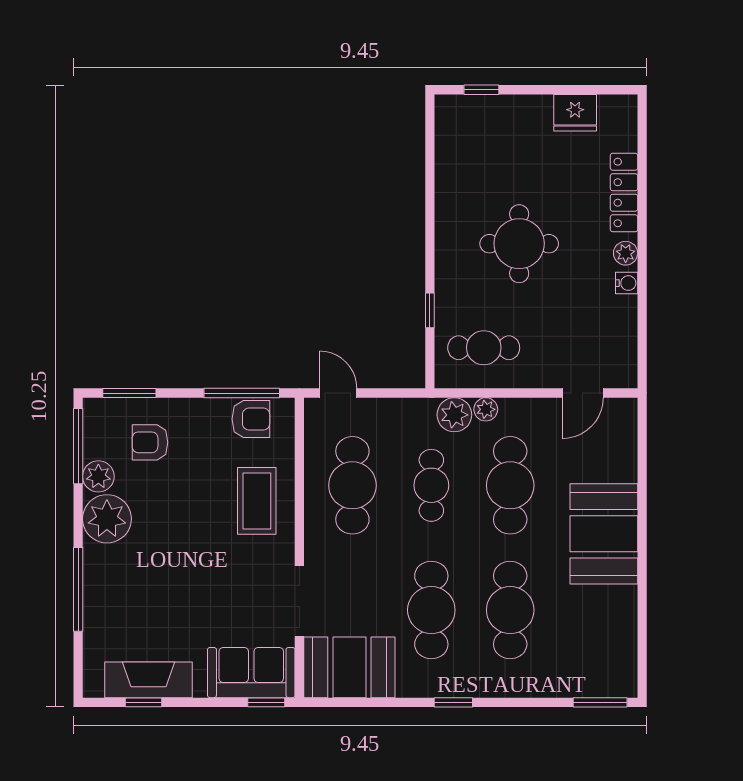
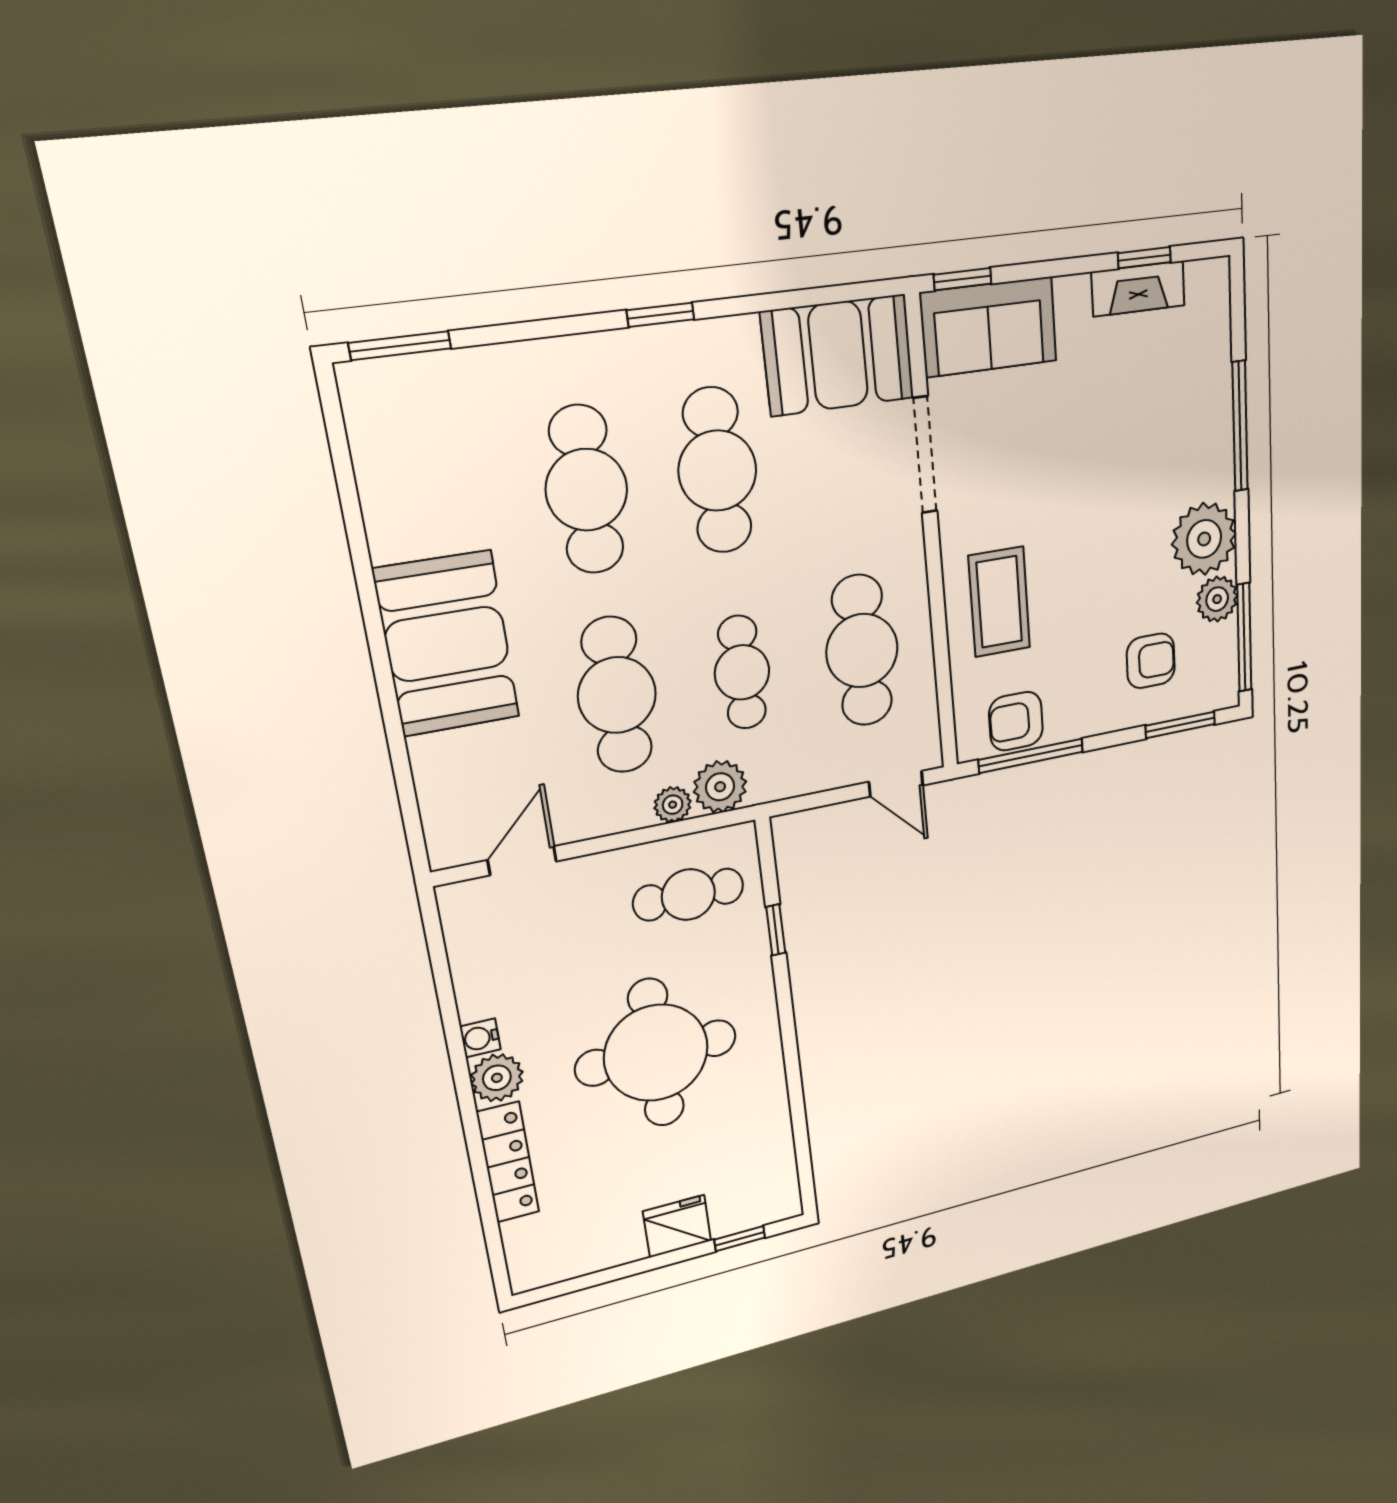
fridge: (575, 113) -> (677, 1226), moved
round table: (519, 244) -> (656, 1053), width x1.36, depth x1.36
plant: (626, 253) -> (497, 1078), width x1.38, depth x1.38
fireplace: (148, 680) -> (1138, 289), width x0.73, depth x0.76

